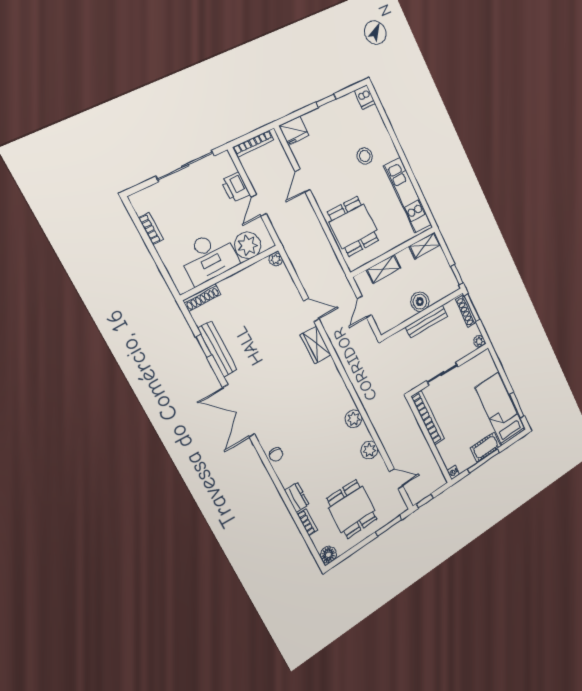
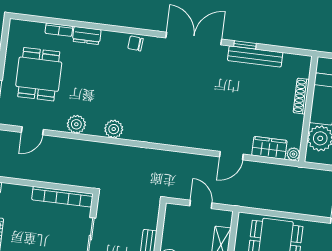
shoe rack: (202, 297) -> (301, 96), moved
wardrobe: (316, 345) -> (269, 148), moved
window: (204, 346) -> (245, 45), moved
dining table: (352, 509) -> (39, 74), turned 90
floor lamp: (328, 555) -> (17, 28), removed

